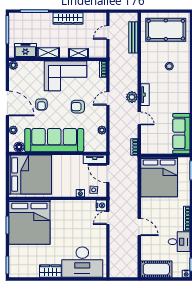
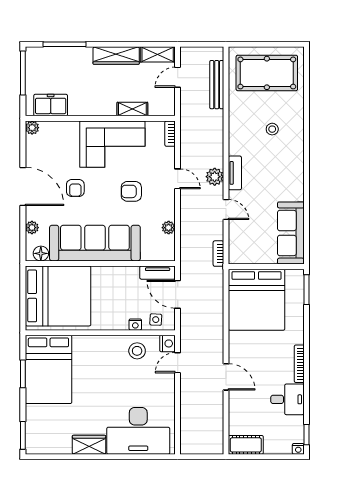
shelving: (48, 53) -> (158, 54), moved
door: (108, 98) -> (178, 179), swing flipped
stool: (82, 210) -> (137, 351), added
bed: (29, 222) -> (48, 369), width x0.73
cot: (156, 269) -> (246, 445), width x0.73, depth x0.75

